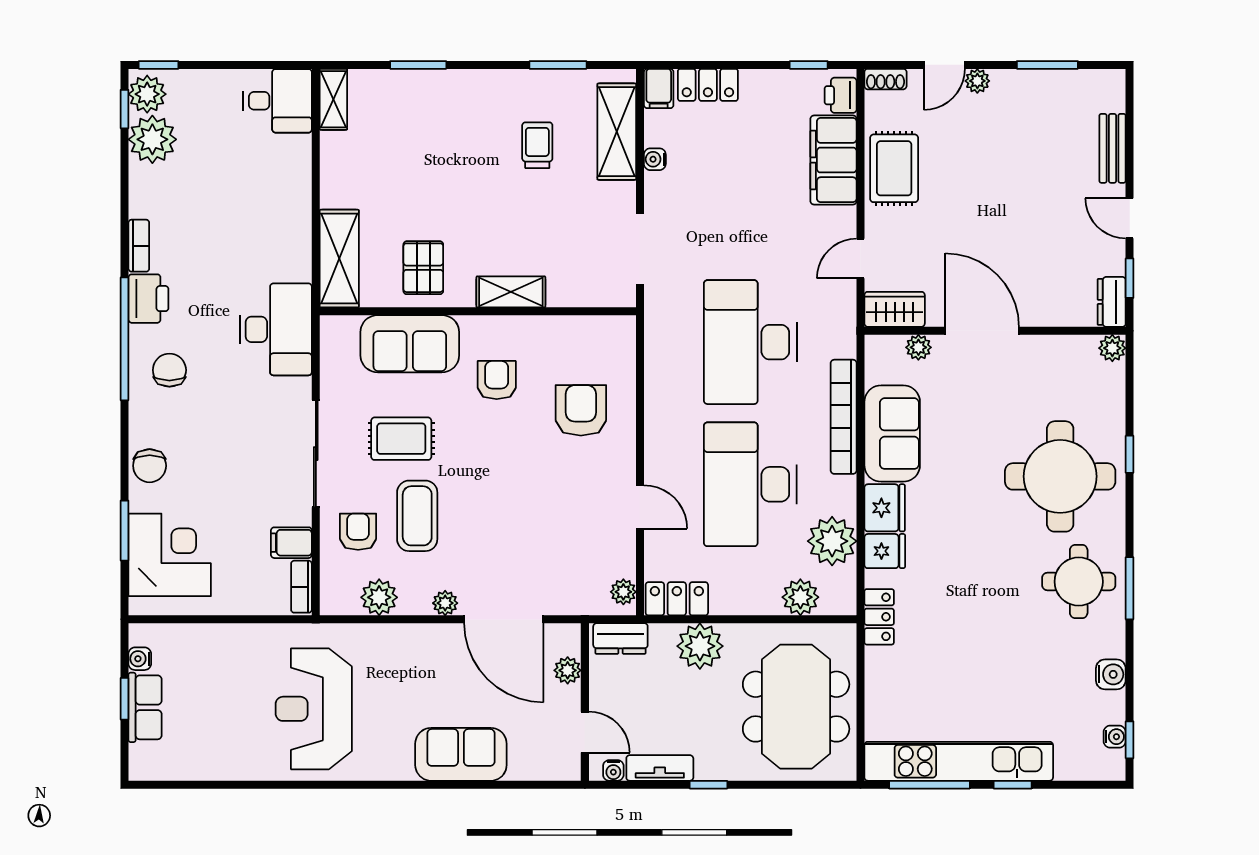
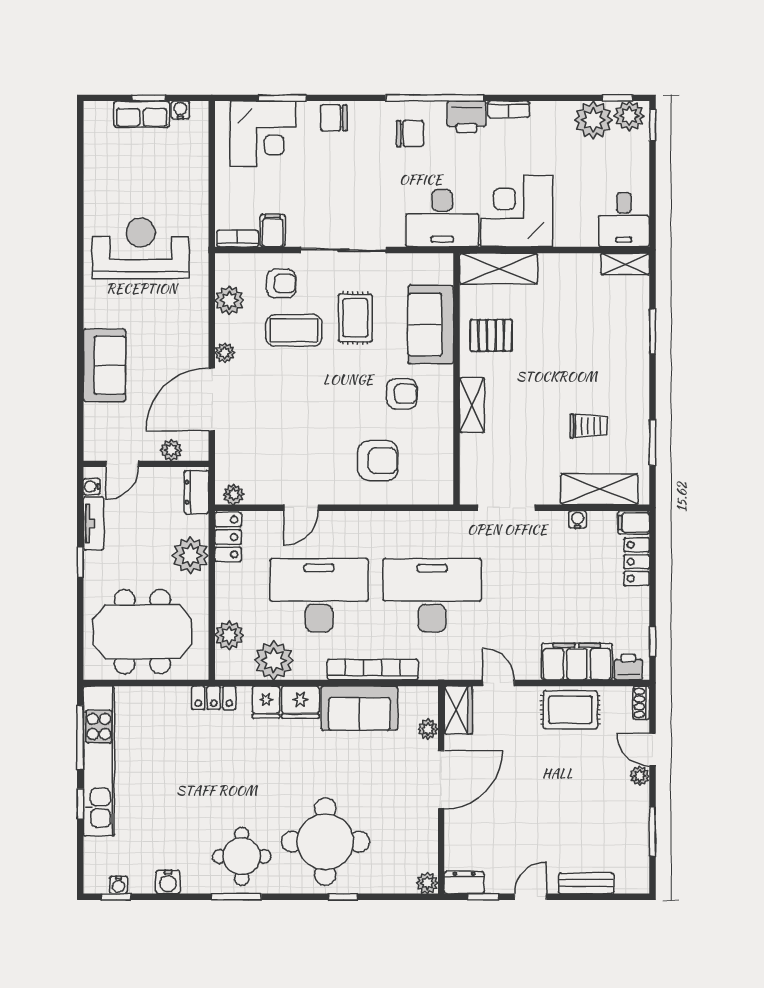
corner desk: (267, 236) -> (517, 211), added

